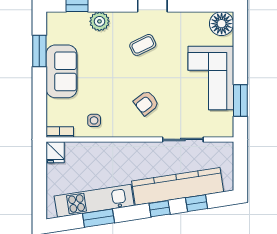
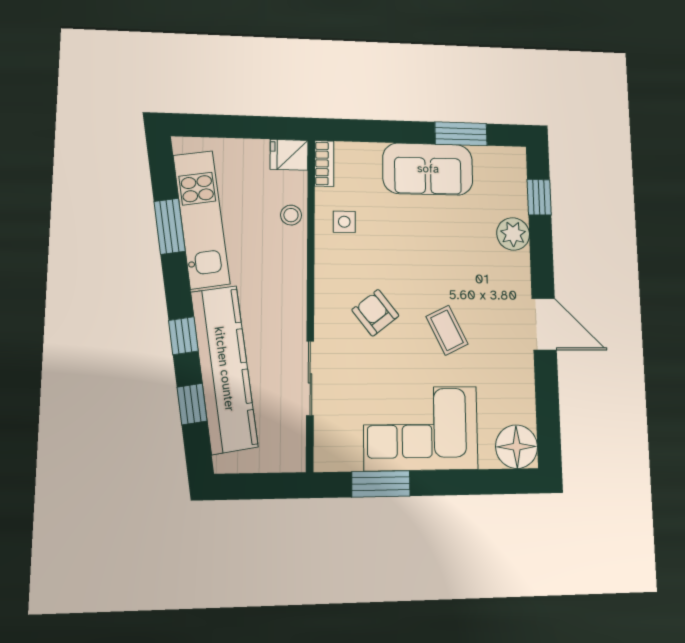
coffee table: (143, 45) -> (447, 330), moved
stool: (91, 151) -> (291, 215), added

